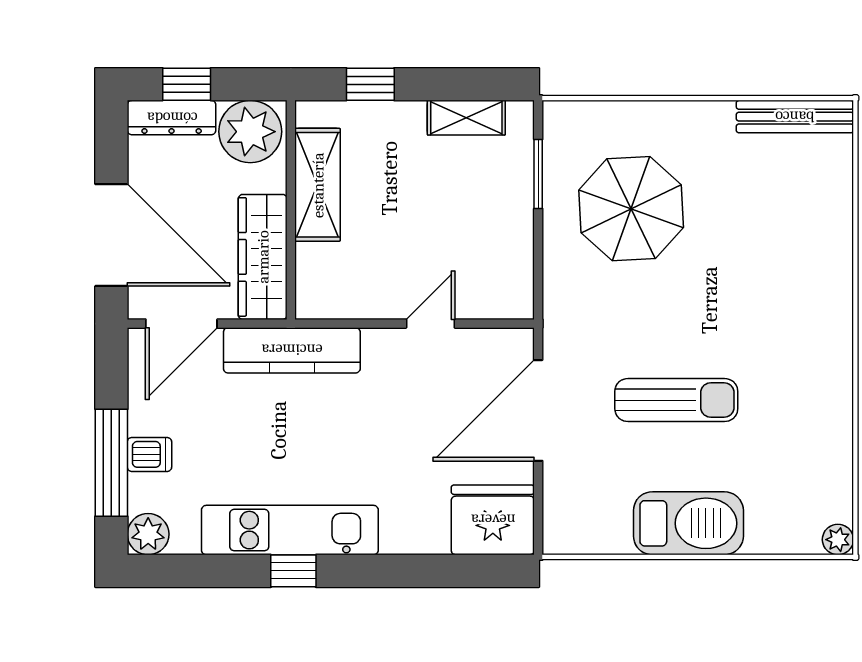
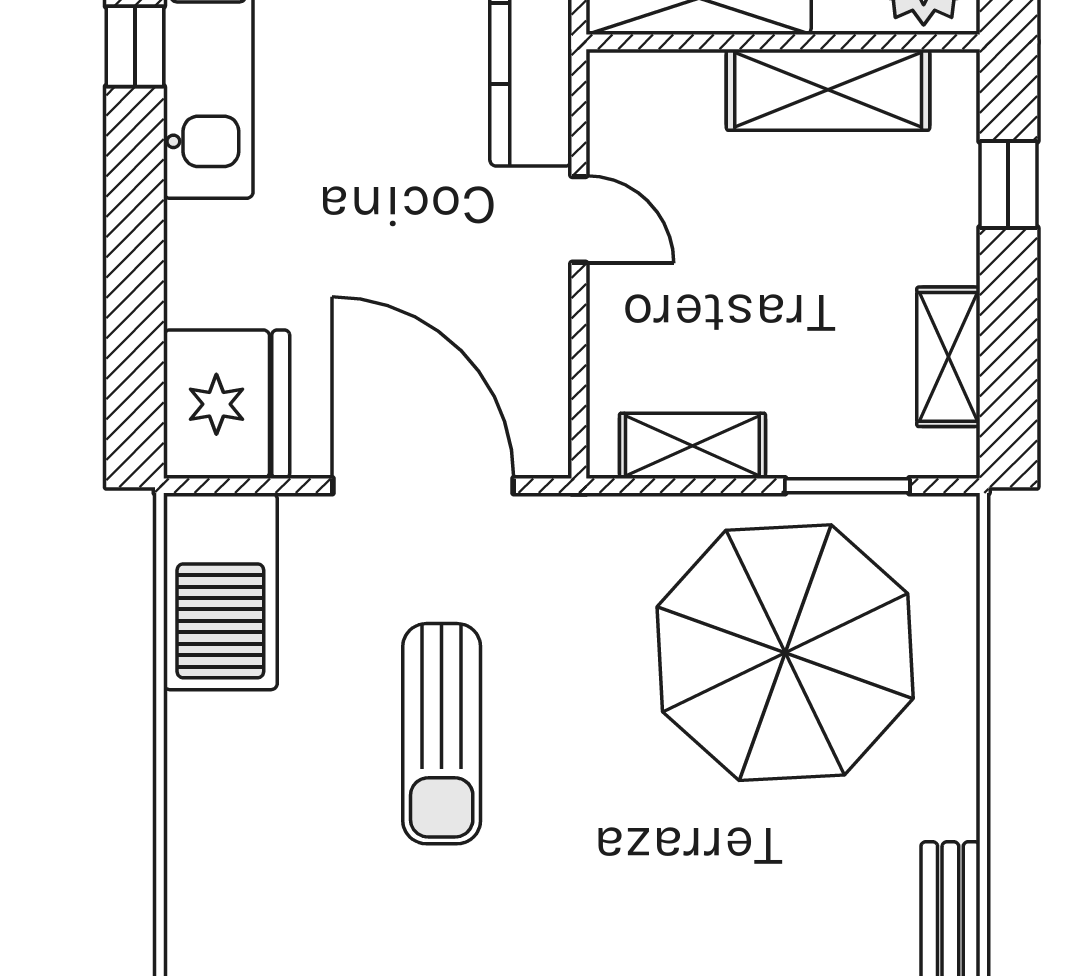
parasol: (631, 209) -> (785, 653), width x1.36, depth x1.36
shelving: (516, 260) -> (692, 446), added
door: (430, 324) -> (579, 219), moved
barbecue: (688, 523) -> (220, 591), moved

